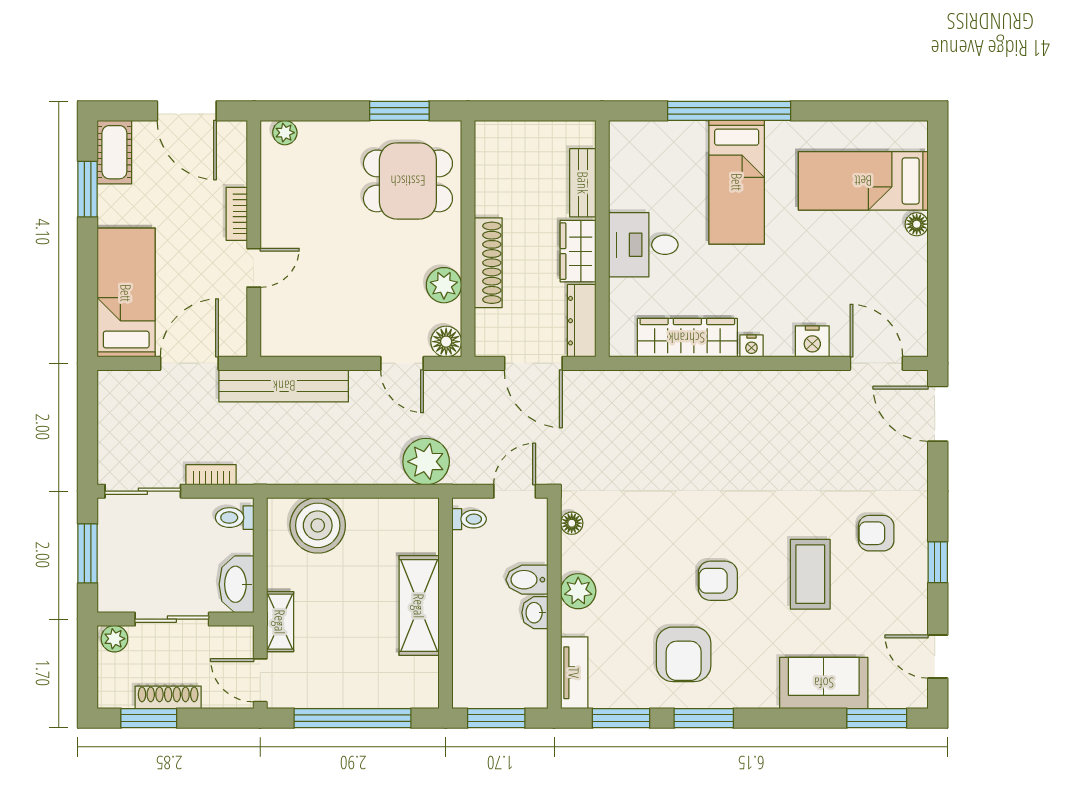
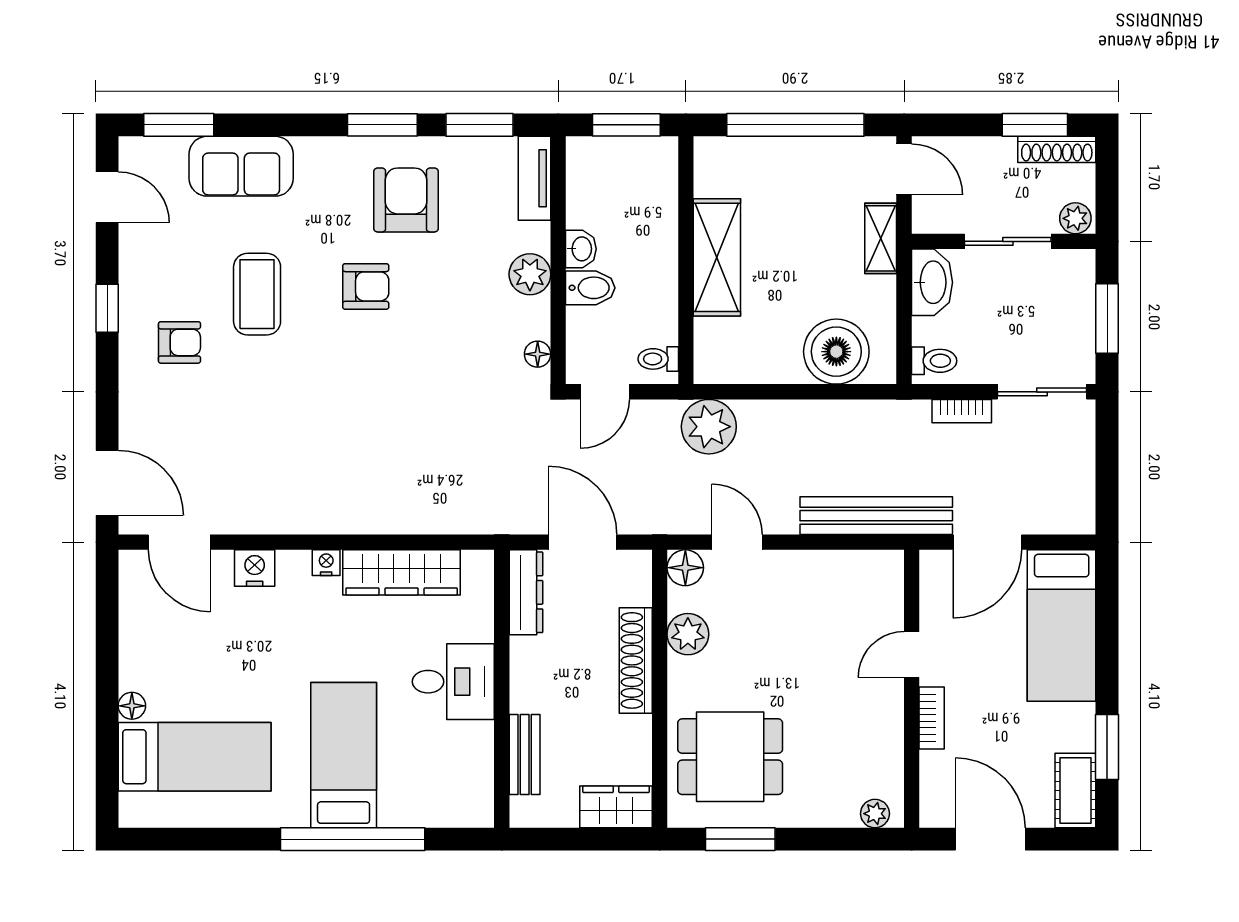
wardrobe: (578, 251) -> (616, 807), moved, turned -90
shoe rack: (168, 697) -> (1057, 149), moved

